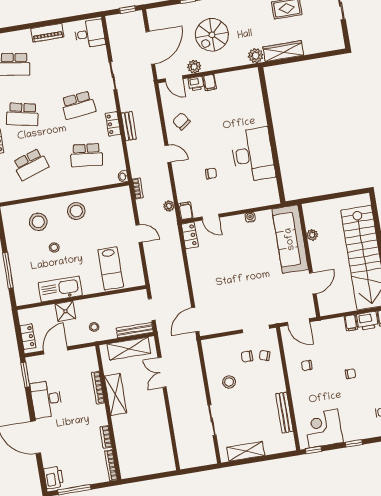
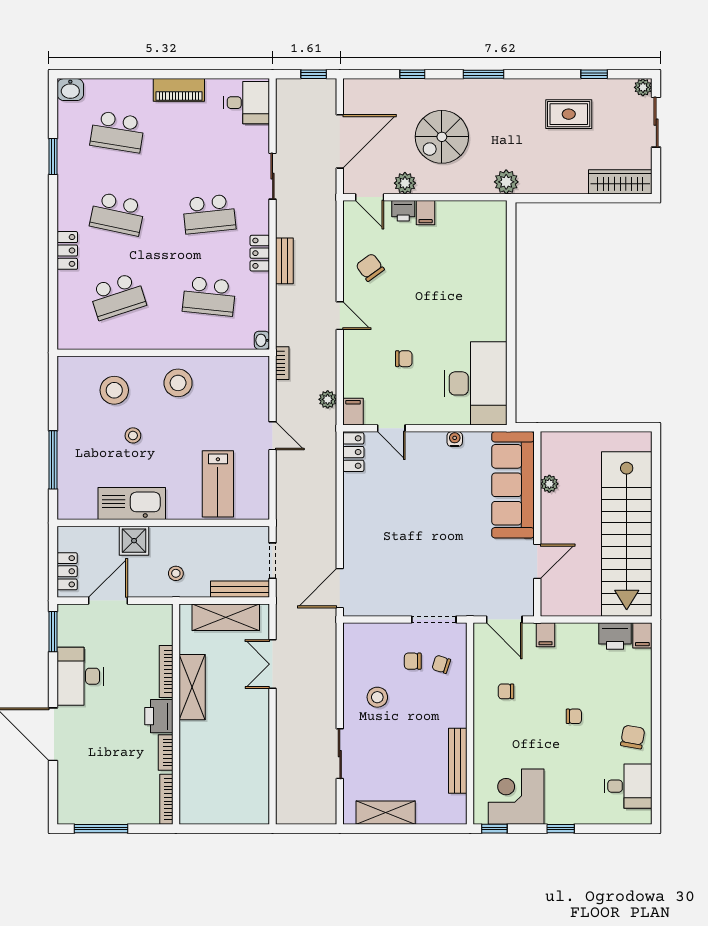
wardrobe: (283, 51) -> (620, 182), moved
desk: (253, 155) -> (476, 383), moved
filing cabinet: (351, 323) -> (546, 635), moved
printer: (54, 477) -> (159, 716), moved, turned 180

